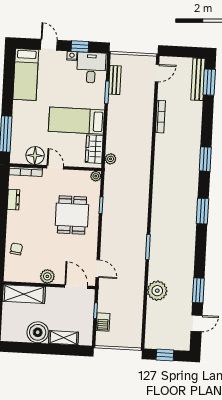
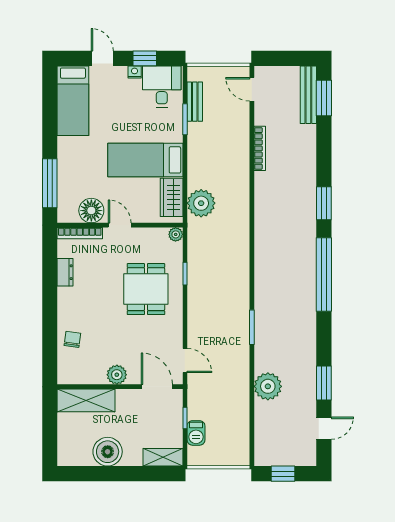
door: (157, 73) -> (252, 89), swing flipped
plant: (111, 159) -> (201, 203), width x1.88, depth x1.88
window: (202, 211) -> (324, 275), width x2.11
shelving: (64, 338) -> (163, 457), moved

